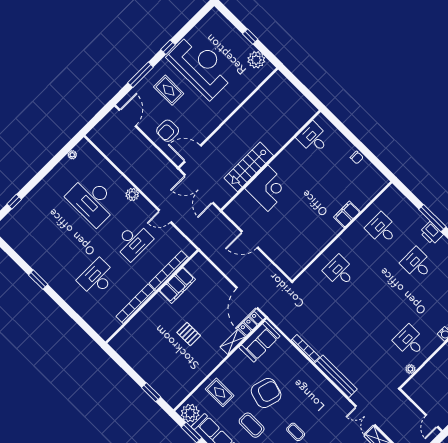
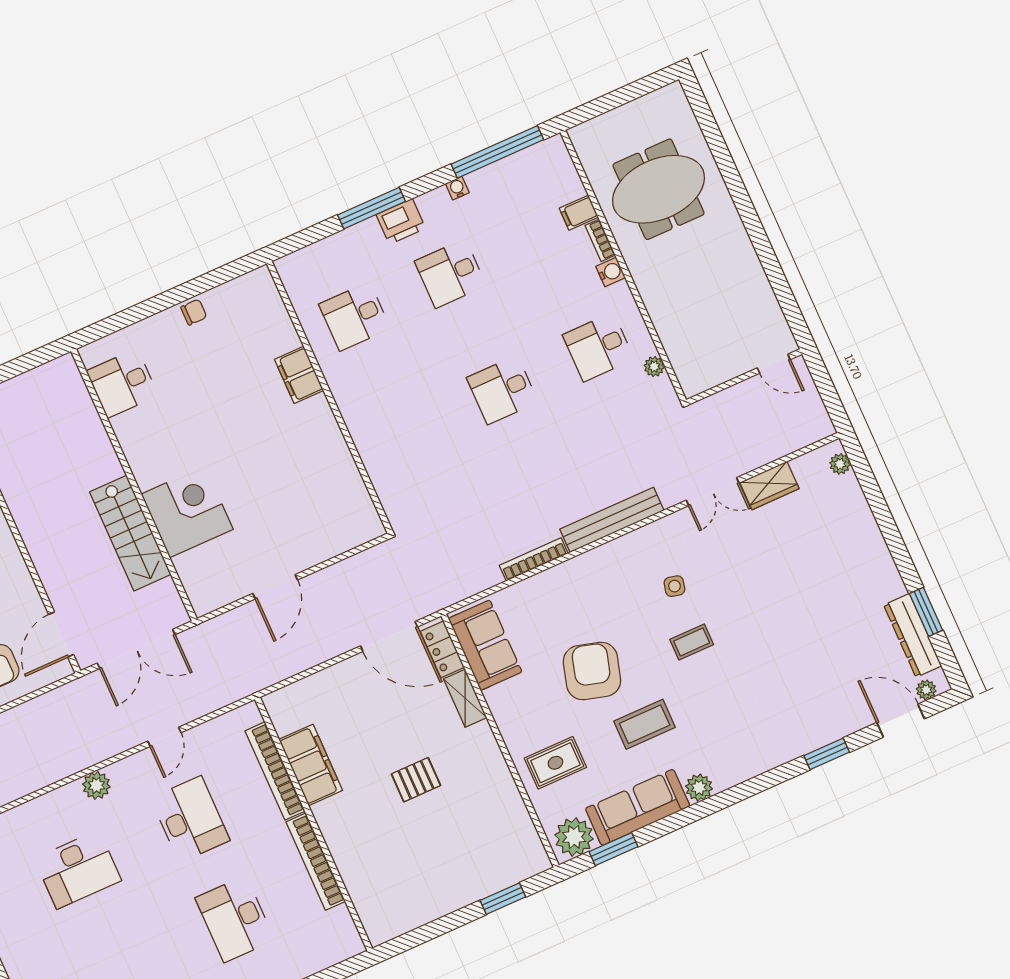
desk: (92, 201) -> (78, 869), width x0.73, depth x0.77
desk: (340, 271) -> (502, 390), moved
side table: (317, 415) -> (674, 586), added

